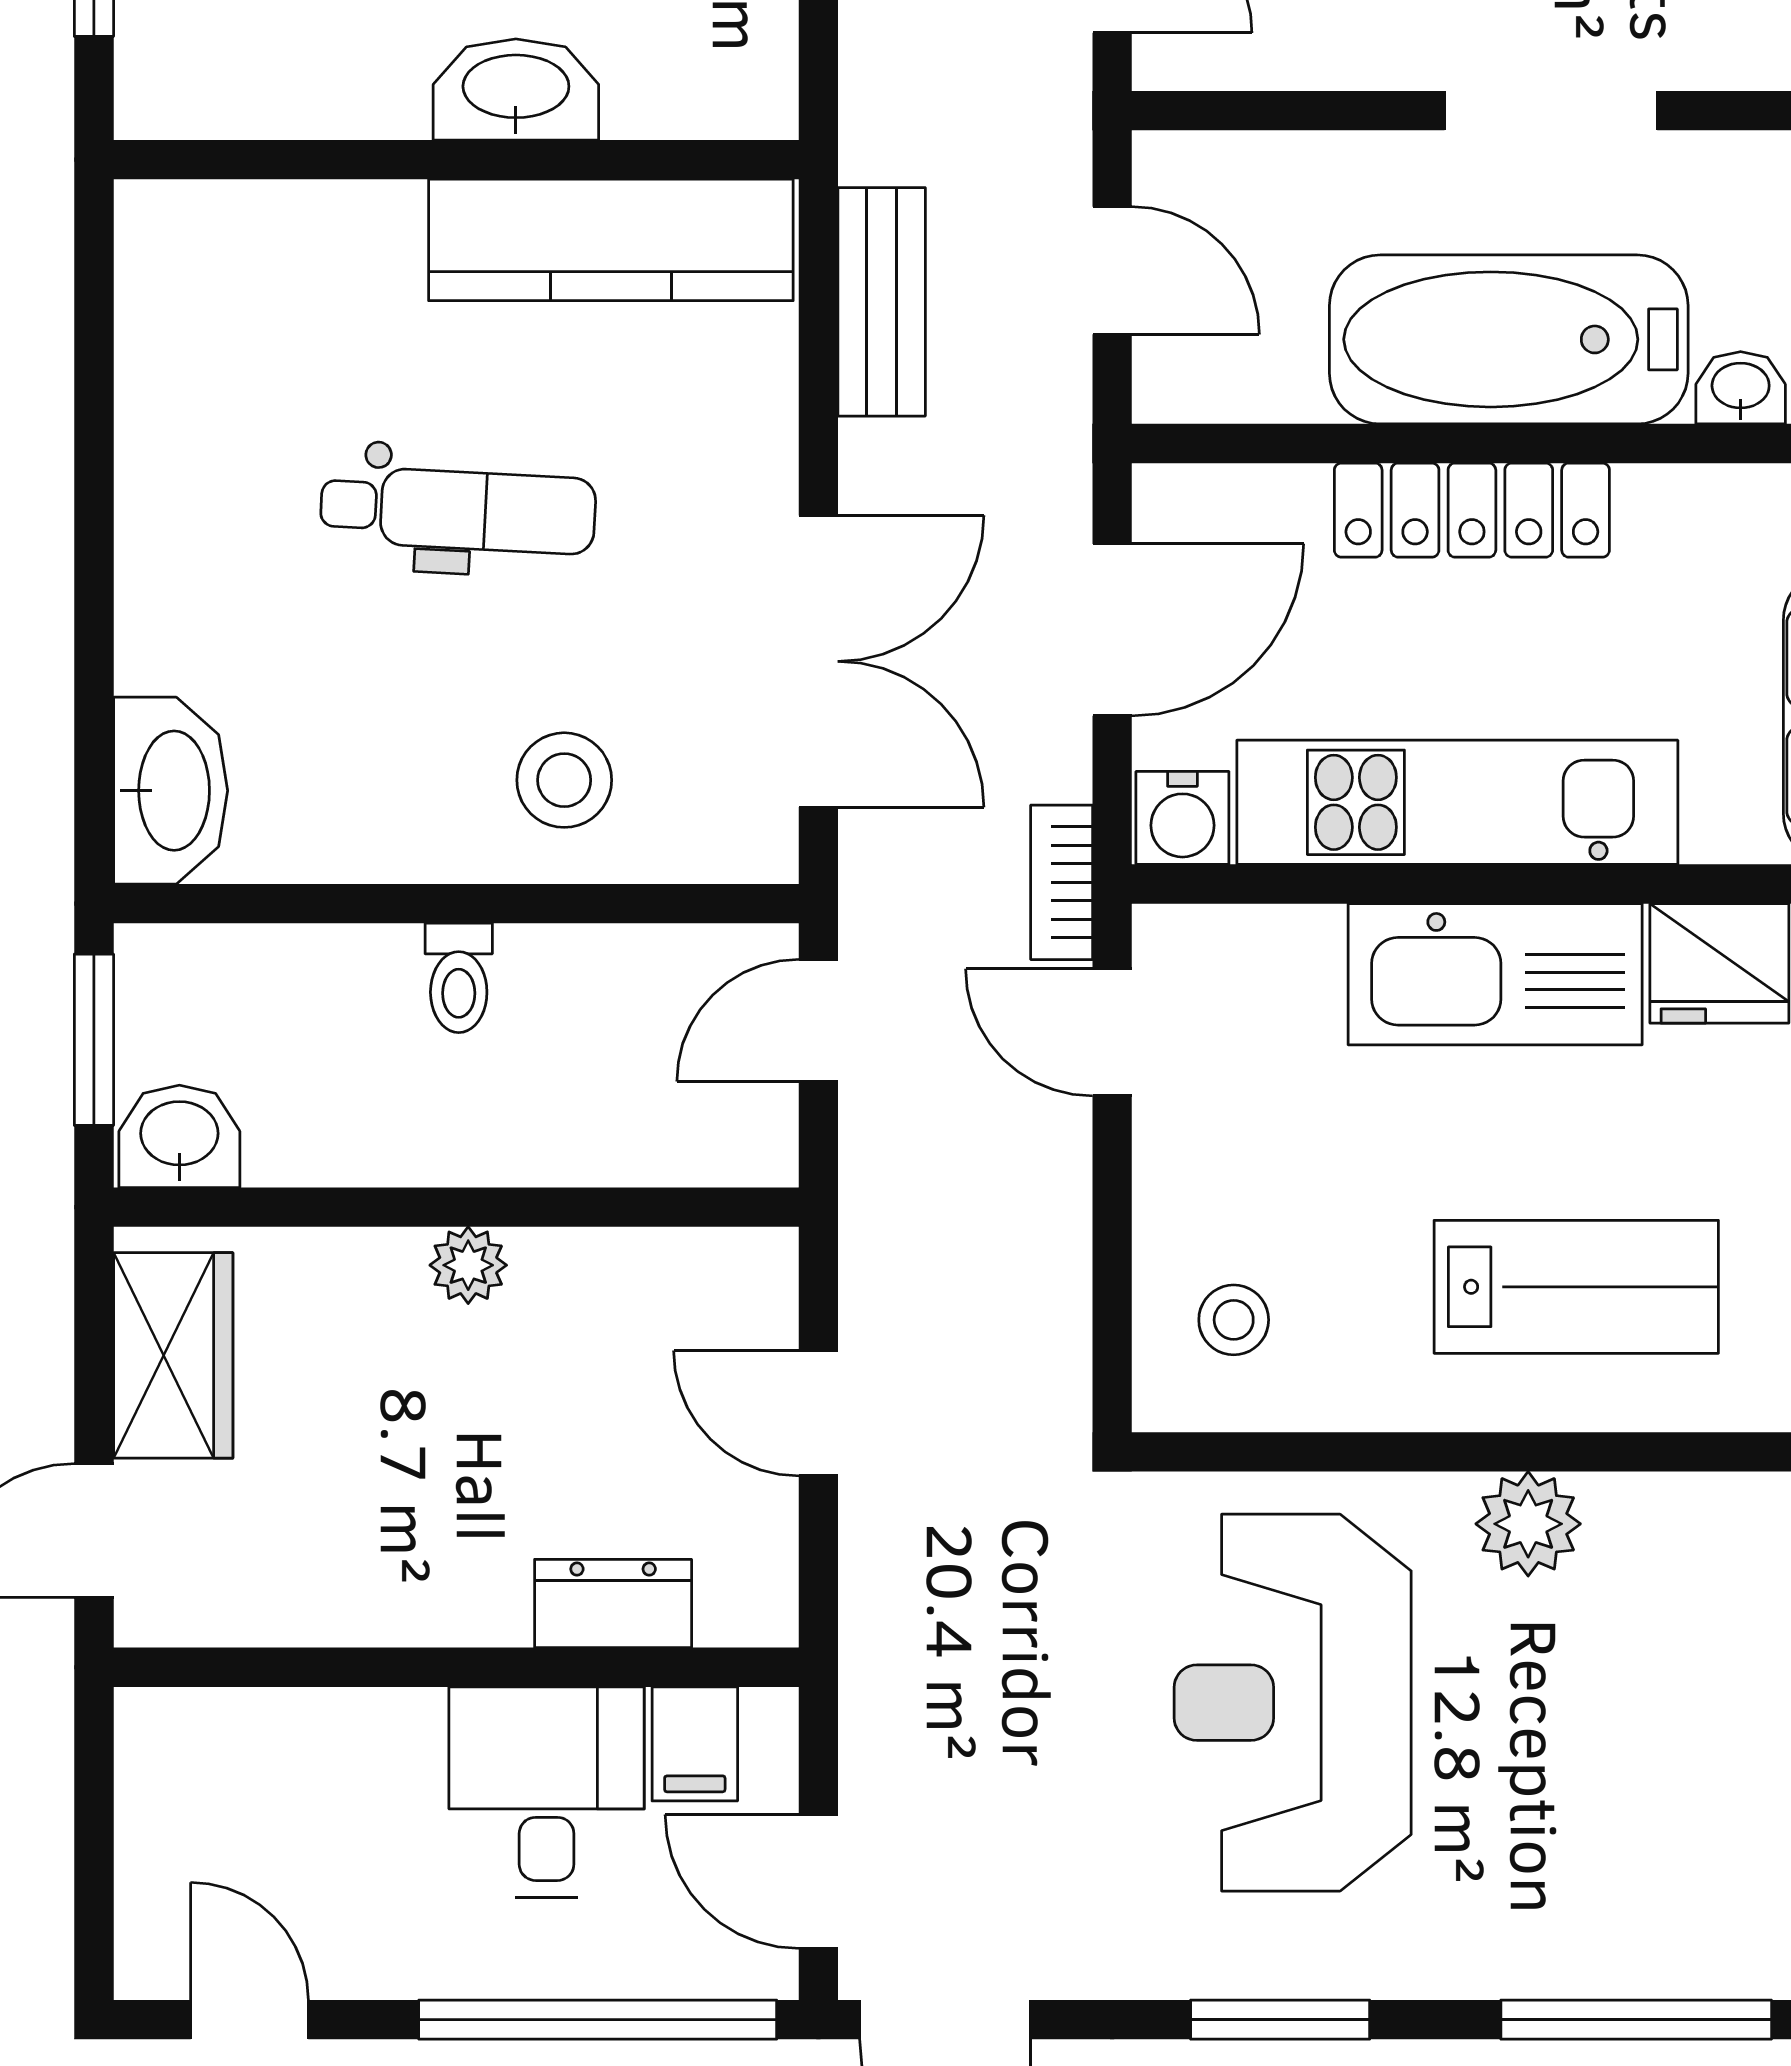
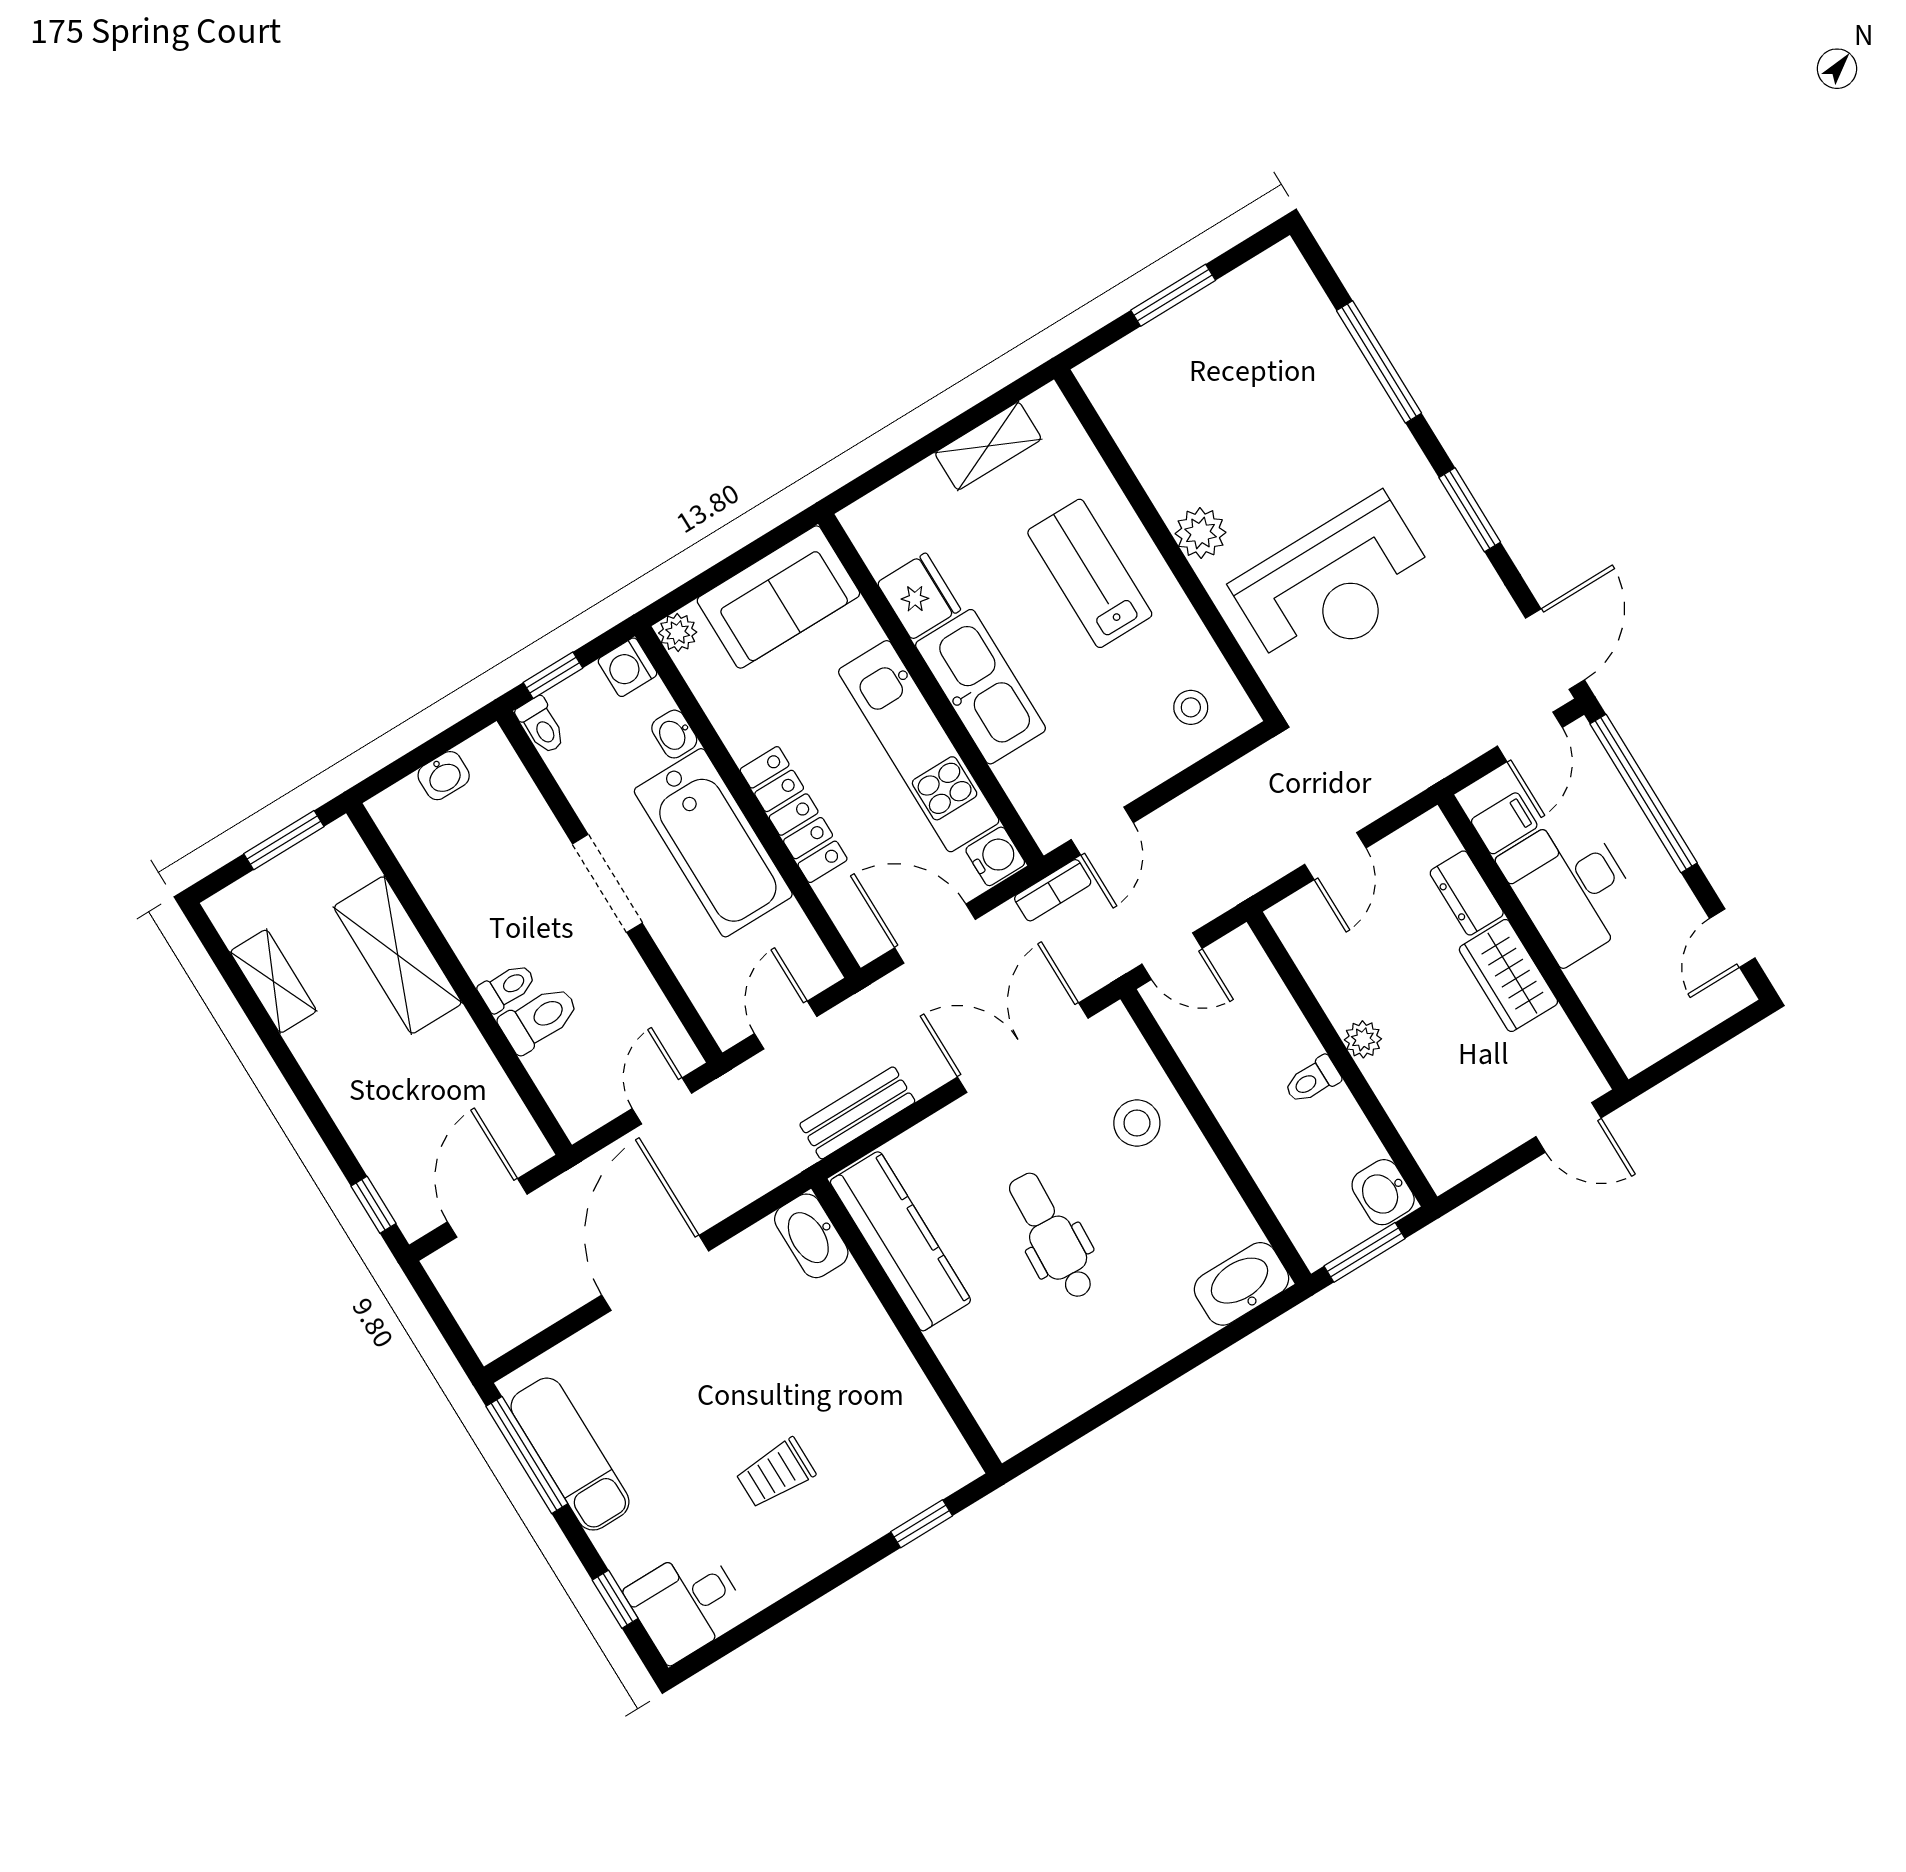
washbasin: (516, 89) -> (811, 1236), moved
toilet: (459, 978) -> (1312, 1080), moved, turned 180
wardrobe: (173, 1355) -> (1508, 976), moved, turned -90
desk: (547, 1792) -> (1571, 888), width x1.37

